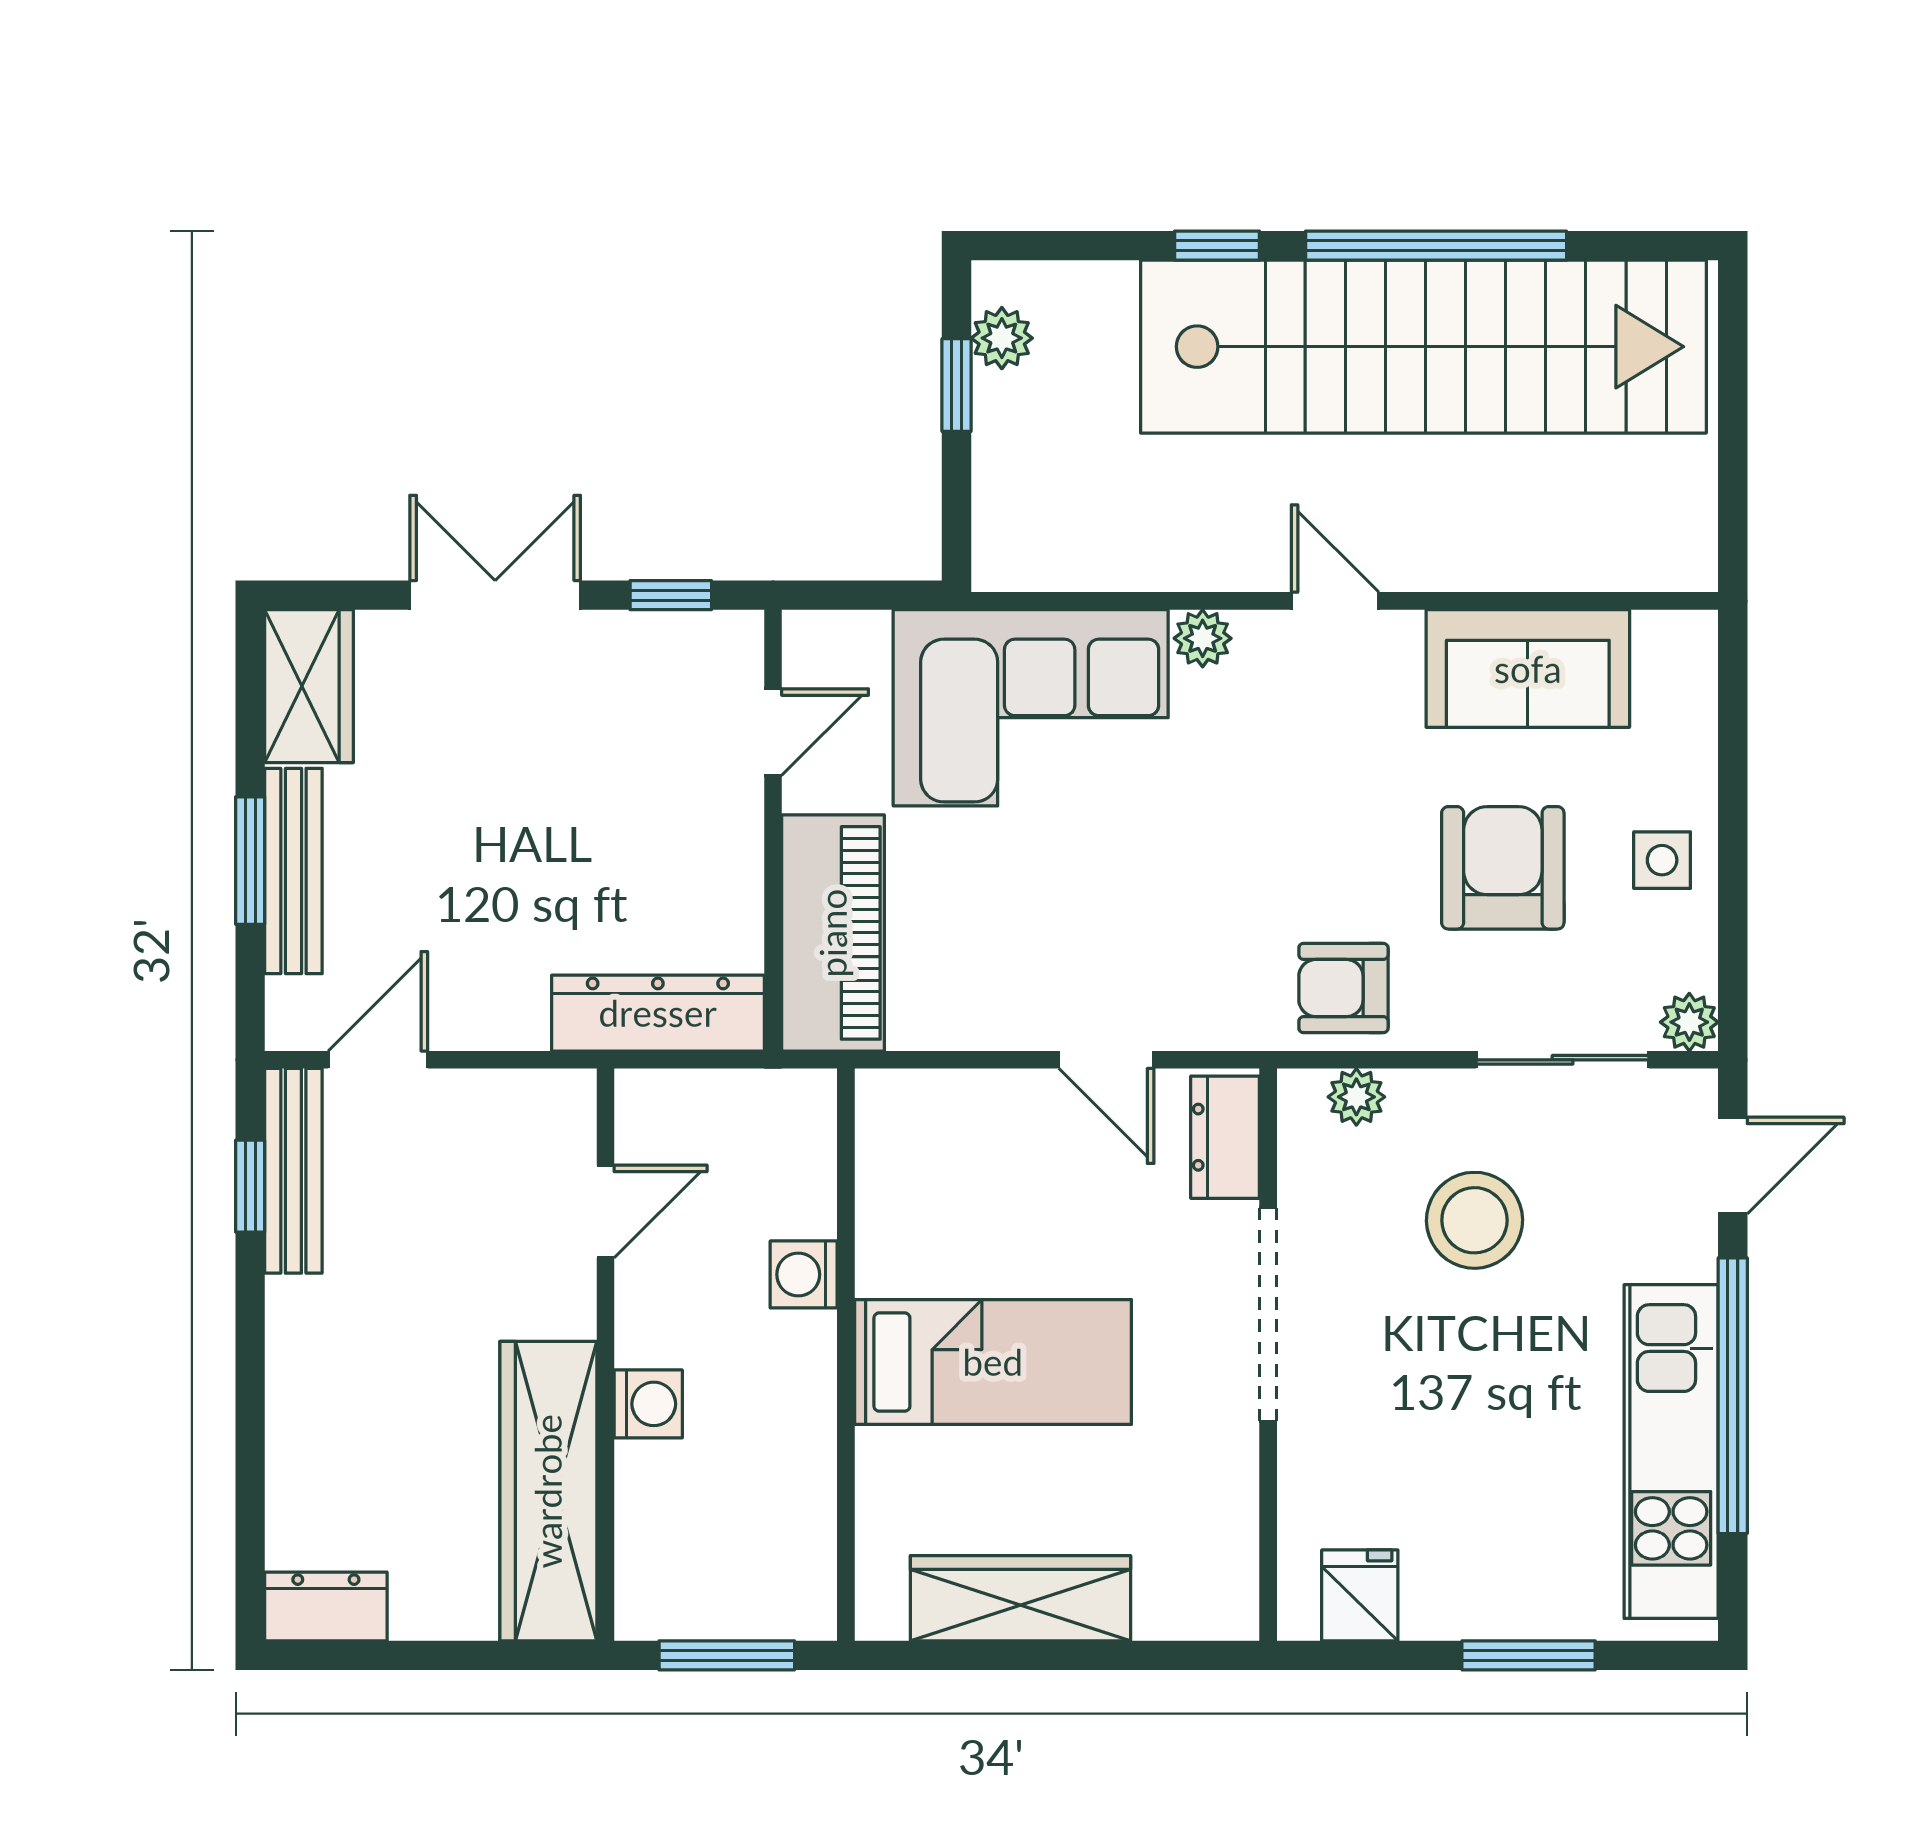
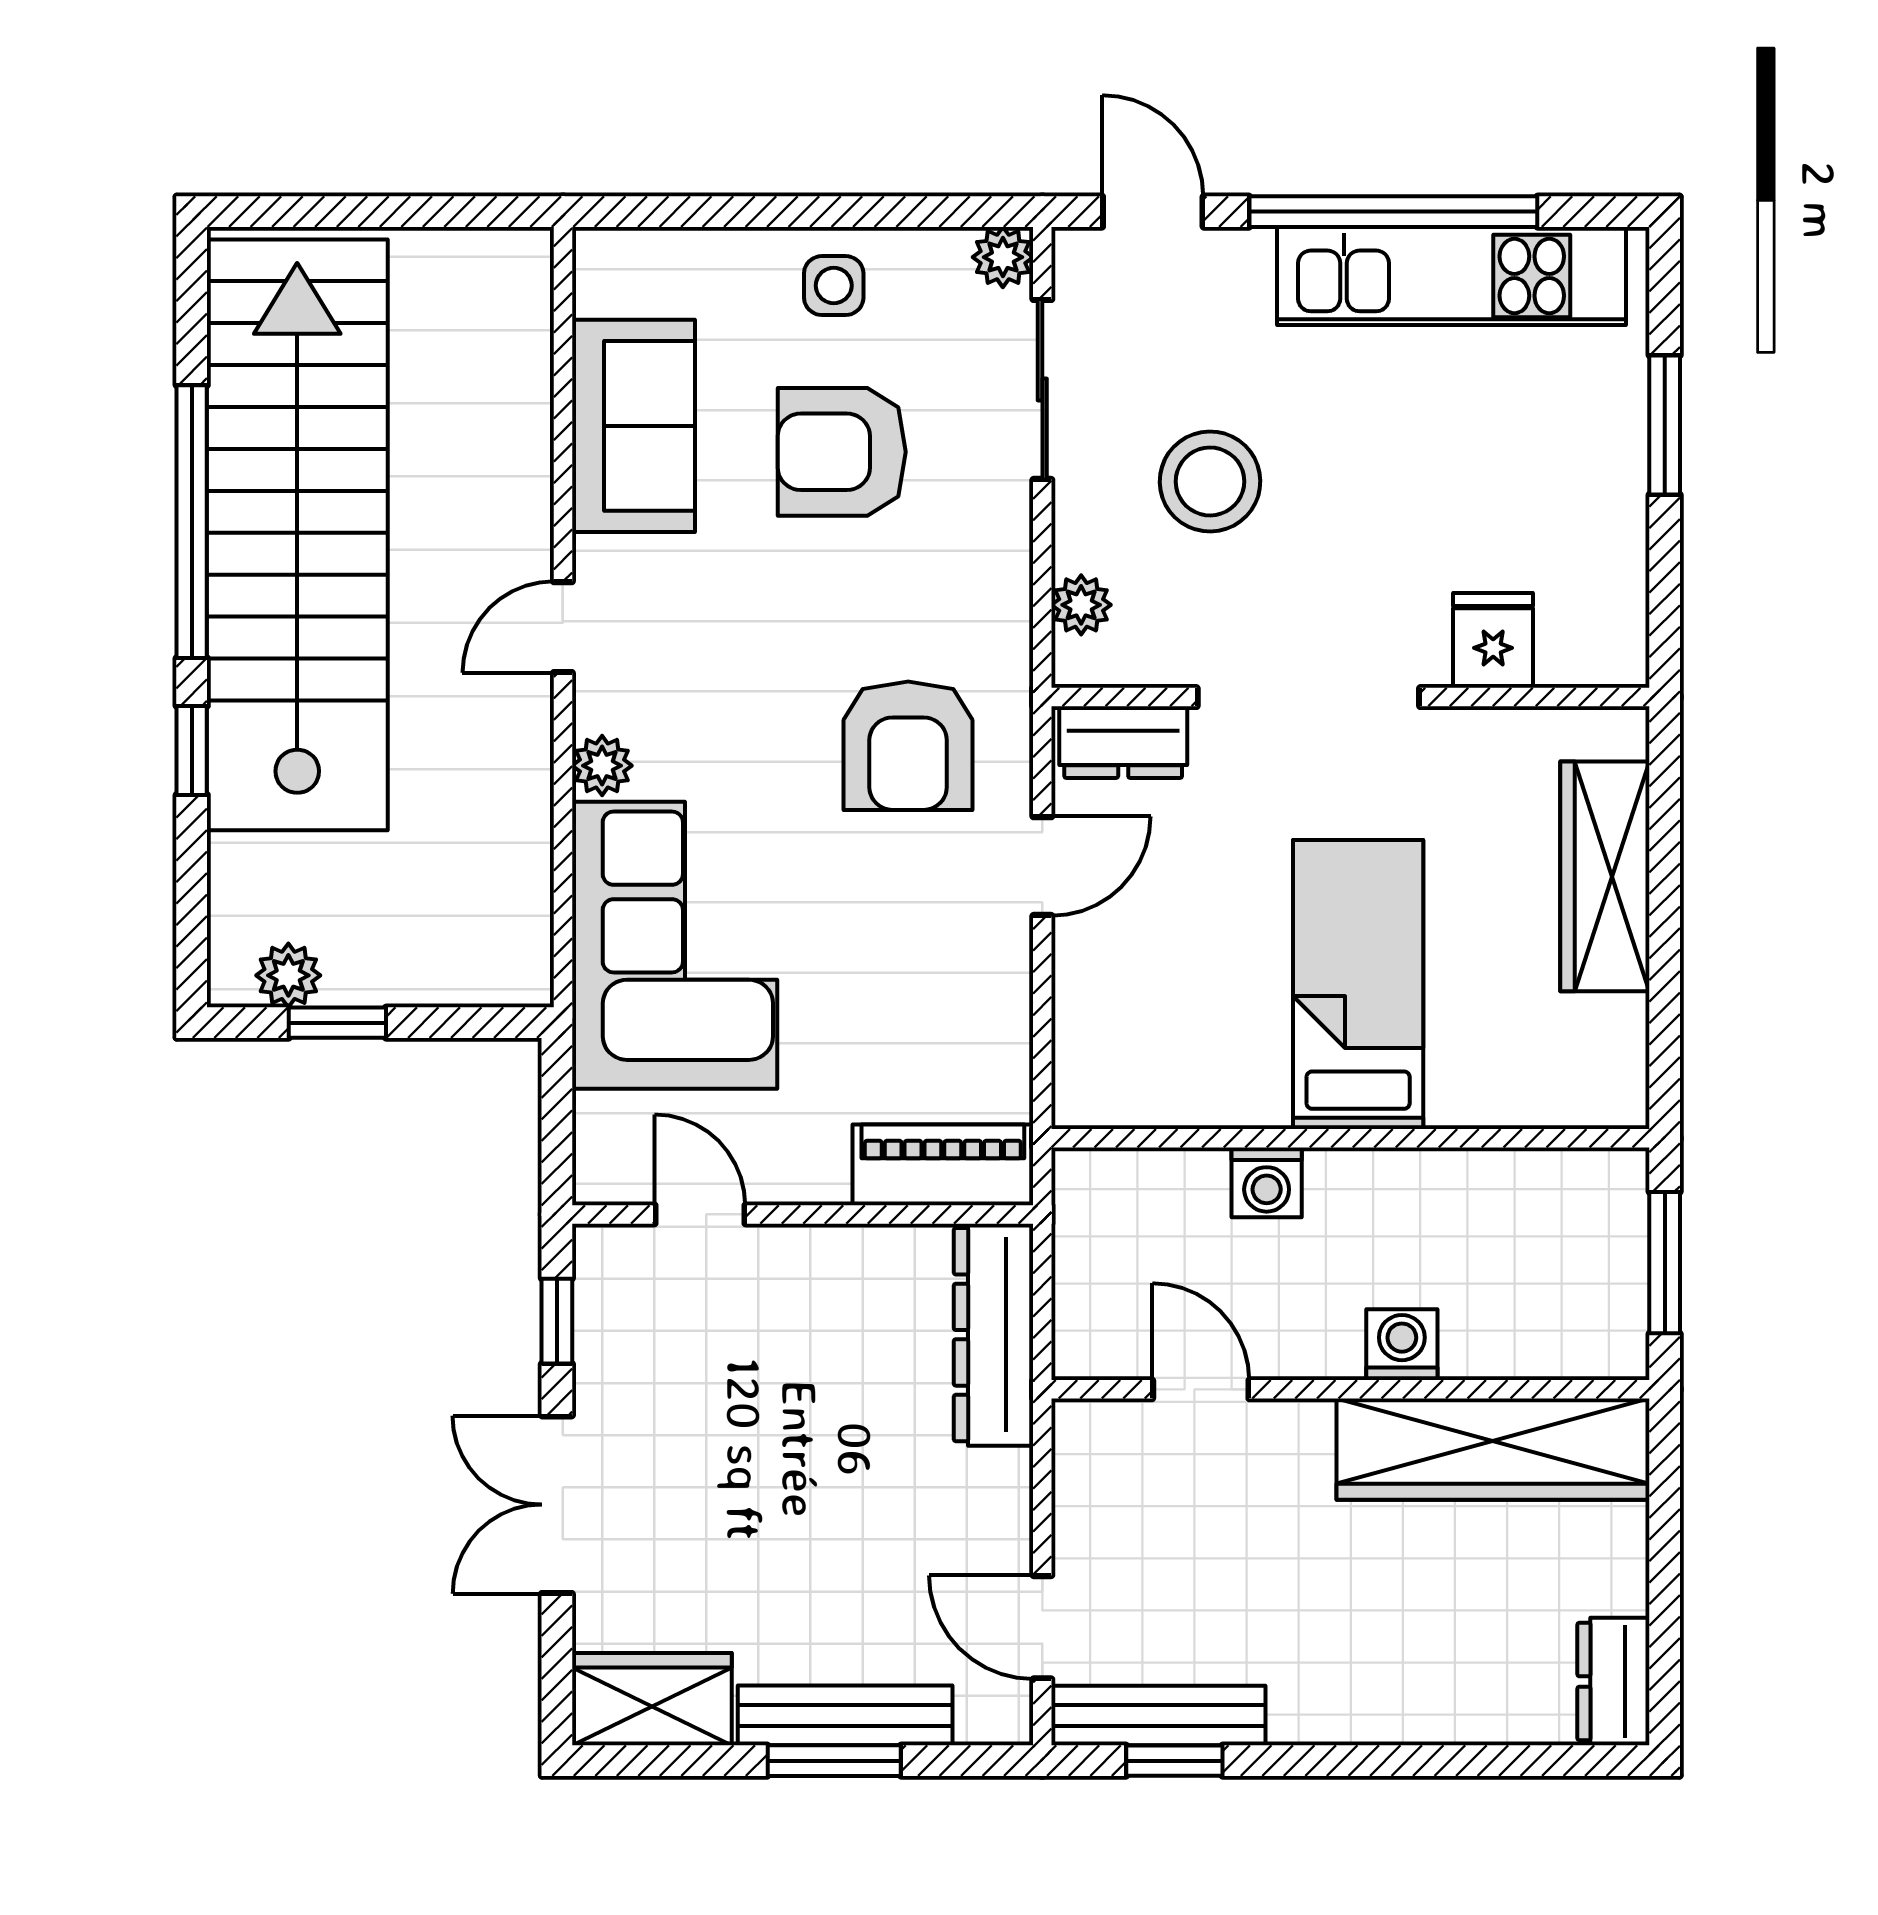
piano: (833, 933) -> (943, 1165), width x0.73, depth x0.75
armchair: (1343, 988) -> (908, 746), moved, width x1.38, depth x1.38
fridge: (1360, 1595) -> (1493, 640), moved, turned 90
wardrobe: (1020, 1598) -> (1605, 876), moved

